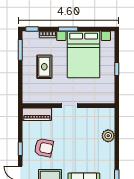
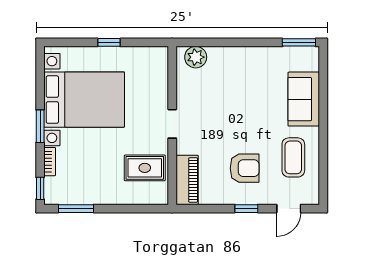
rug: (44, 67) -> (145, 168), moved
plant: (108, 136) -> (196, 57), moved
armchair: (44, 148) -> (245, 168), turned 79

